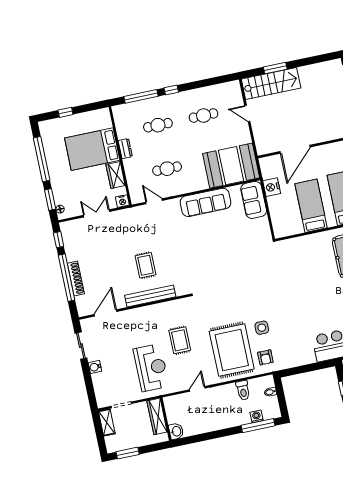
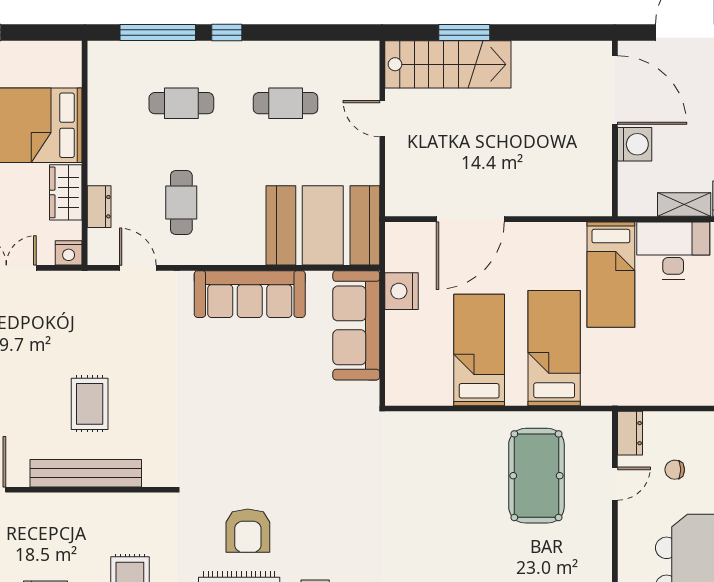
dresser: (125, 149) -> (99, 207), moved
cafe table: (167, 169) -> (181, 203), turned 90
sofa: (254, 200) -> (356, 325), width x1.36
armchair: (226, 306) -> (248, 531), added

